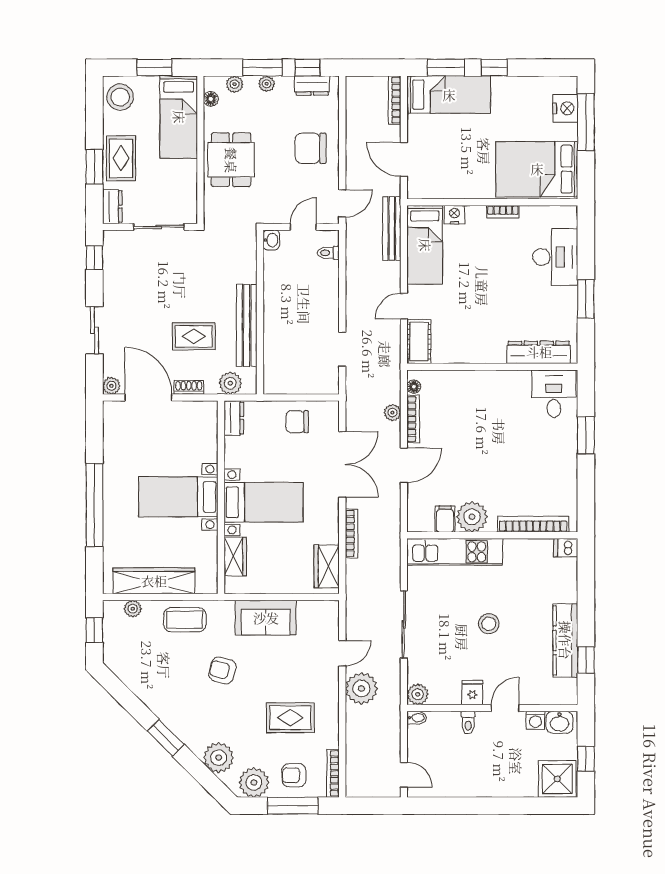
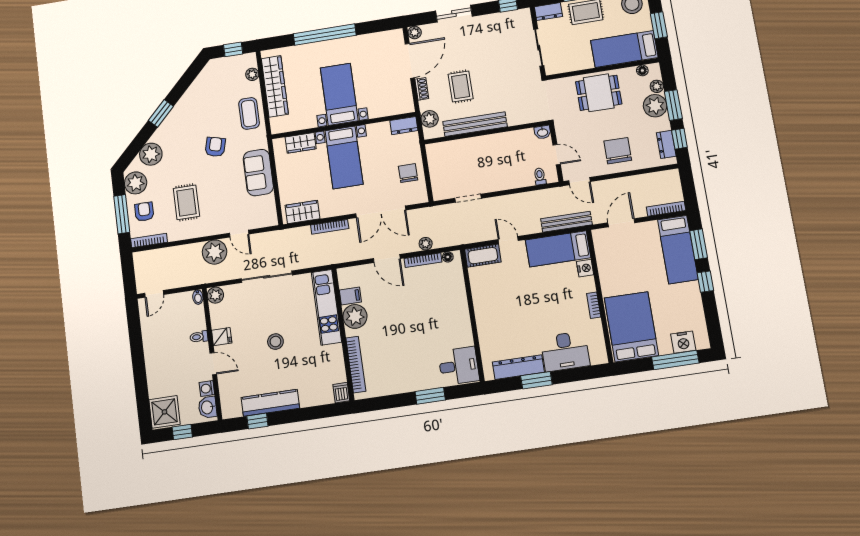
plant: (267, 84) -> (655, 106), width x1.87, depth x1.87
dresser: (539, 352) -> (518, 367), moved, turned -90

